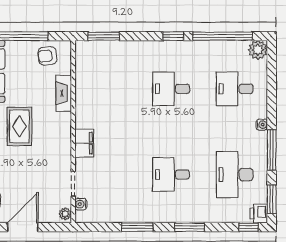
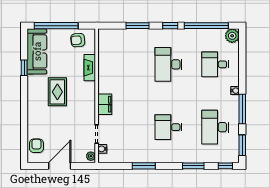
window: (104, 36) -> (138, 26), moved
desk: (171, 89) -> (169, 64), width x1.37
printer: (259, 214) -> (233, 156), removed
window: (190, 227) -> (193, 166), moved

